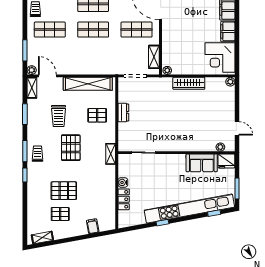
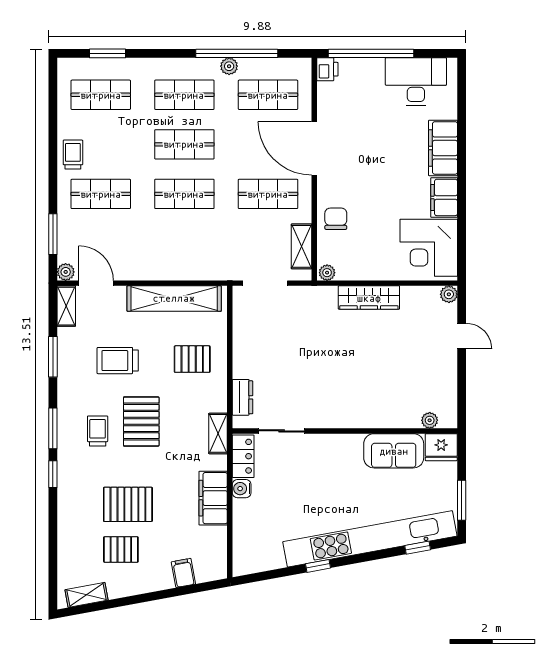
chair: (172, 42) -> (336, 219), added
dresser: (123, 112) -> (242, 397), moved
trolley: (59, 116) -> (118, 361), turned 90
door: (237, 128) -> (462, 336), moved
trolley: (37, 154) -> (98, 431), moved
filing cabinet: (108, 187) -> (213, 498), added
locker: (124, 199) -> (243, 456), moved

